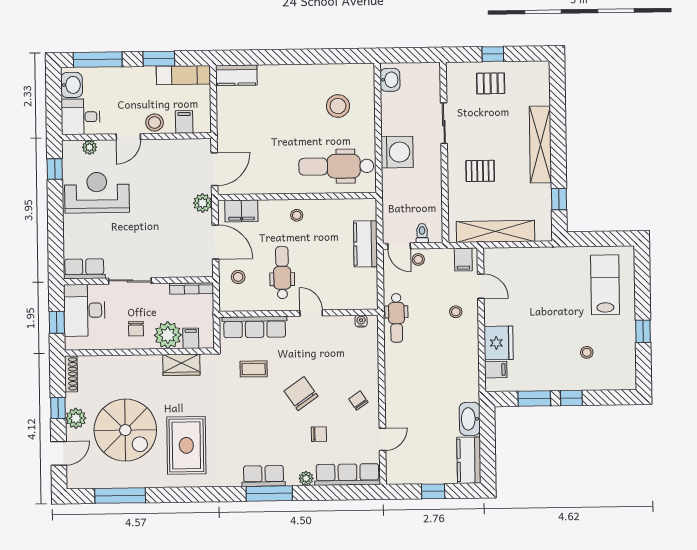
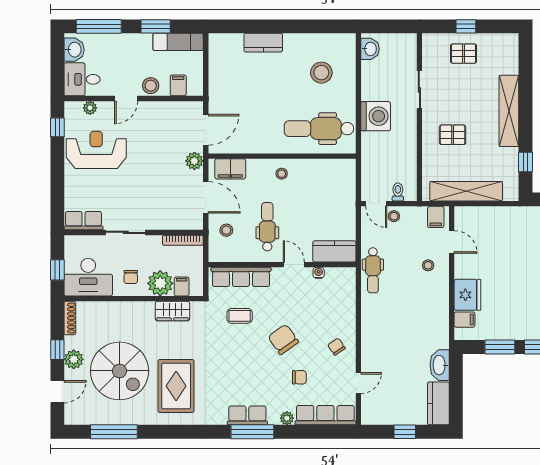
kitchen counter: (236, 75) -> (263, 43), moved
kitchen counter: (365, 244) -> (334, 251), moved, turned 90
desk: (84, 310) -> (88, 277), moved, turned -90
water cooler: (361, 321) -> (319, 273), moved

